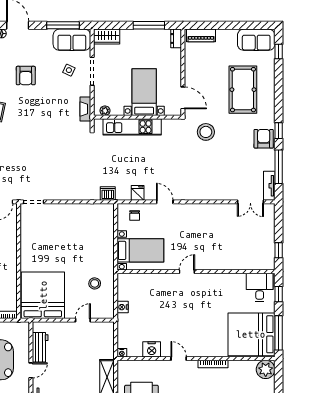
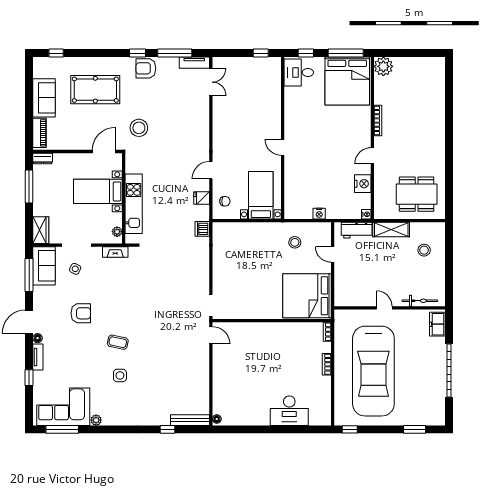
sofa: (256, 40) -> (44, 98), moved
workbench: (40, 347) -> (357, 230), moved, turned 180

